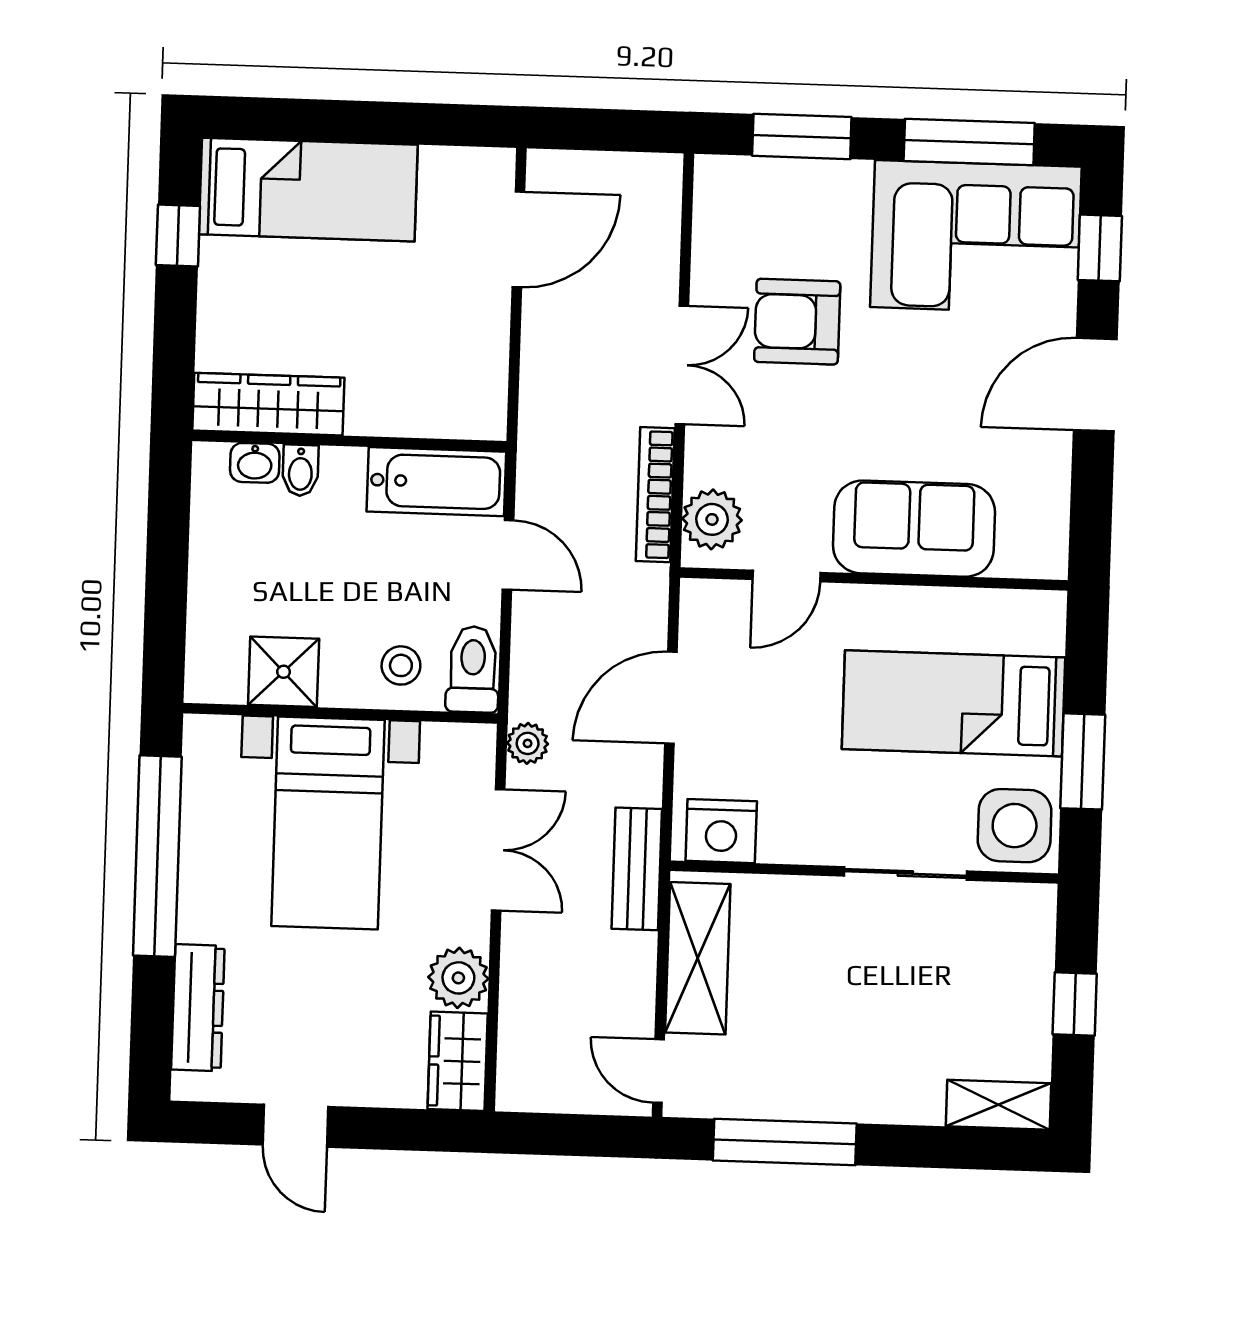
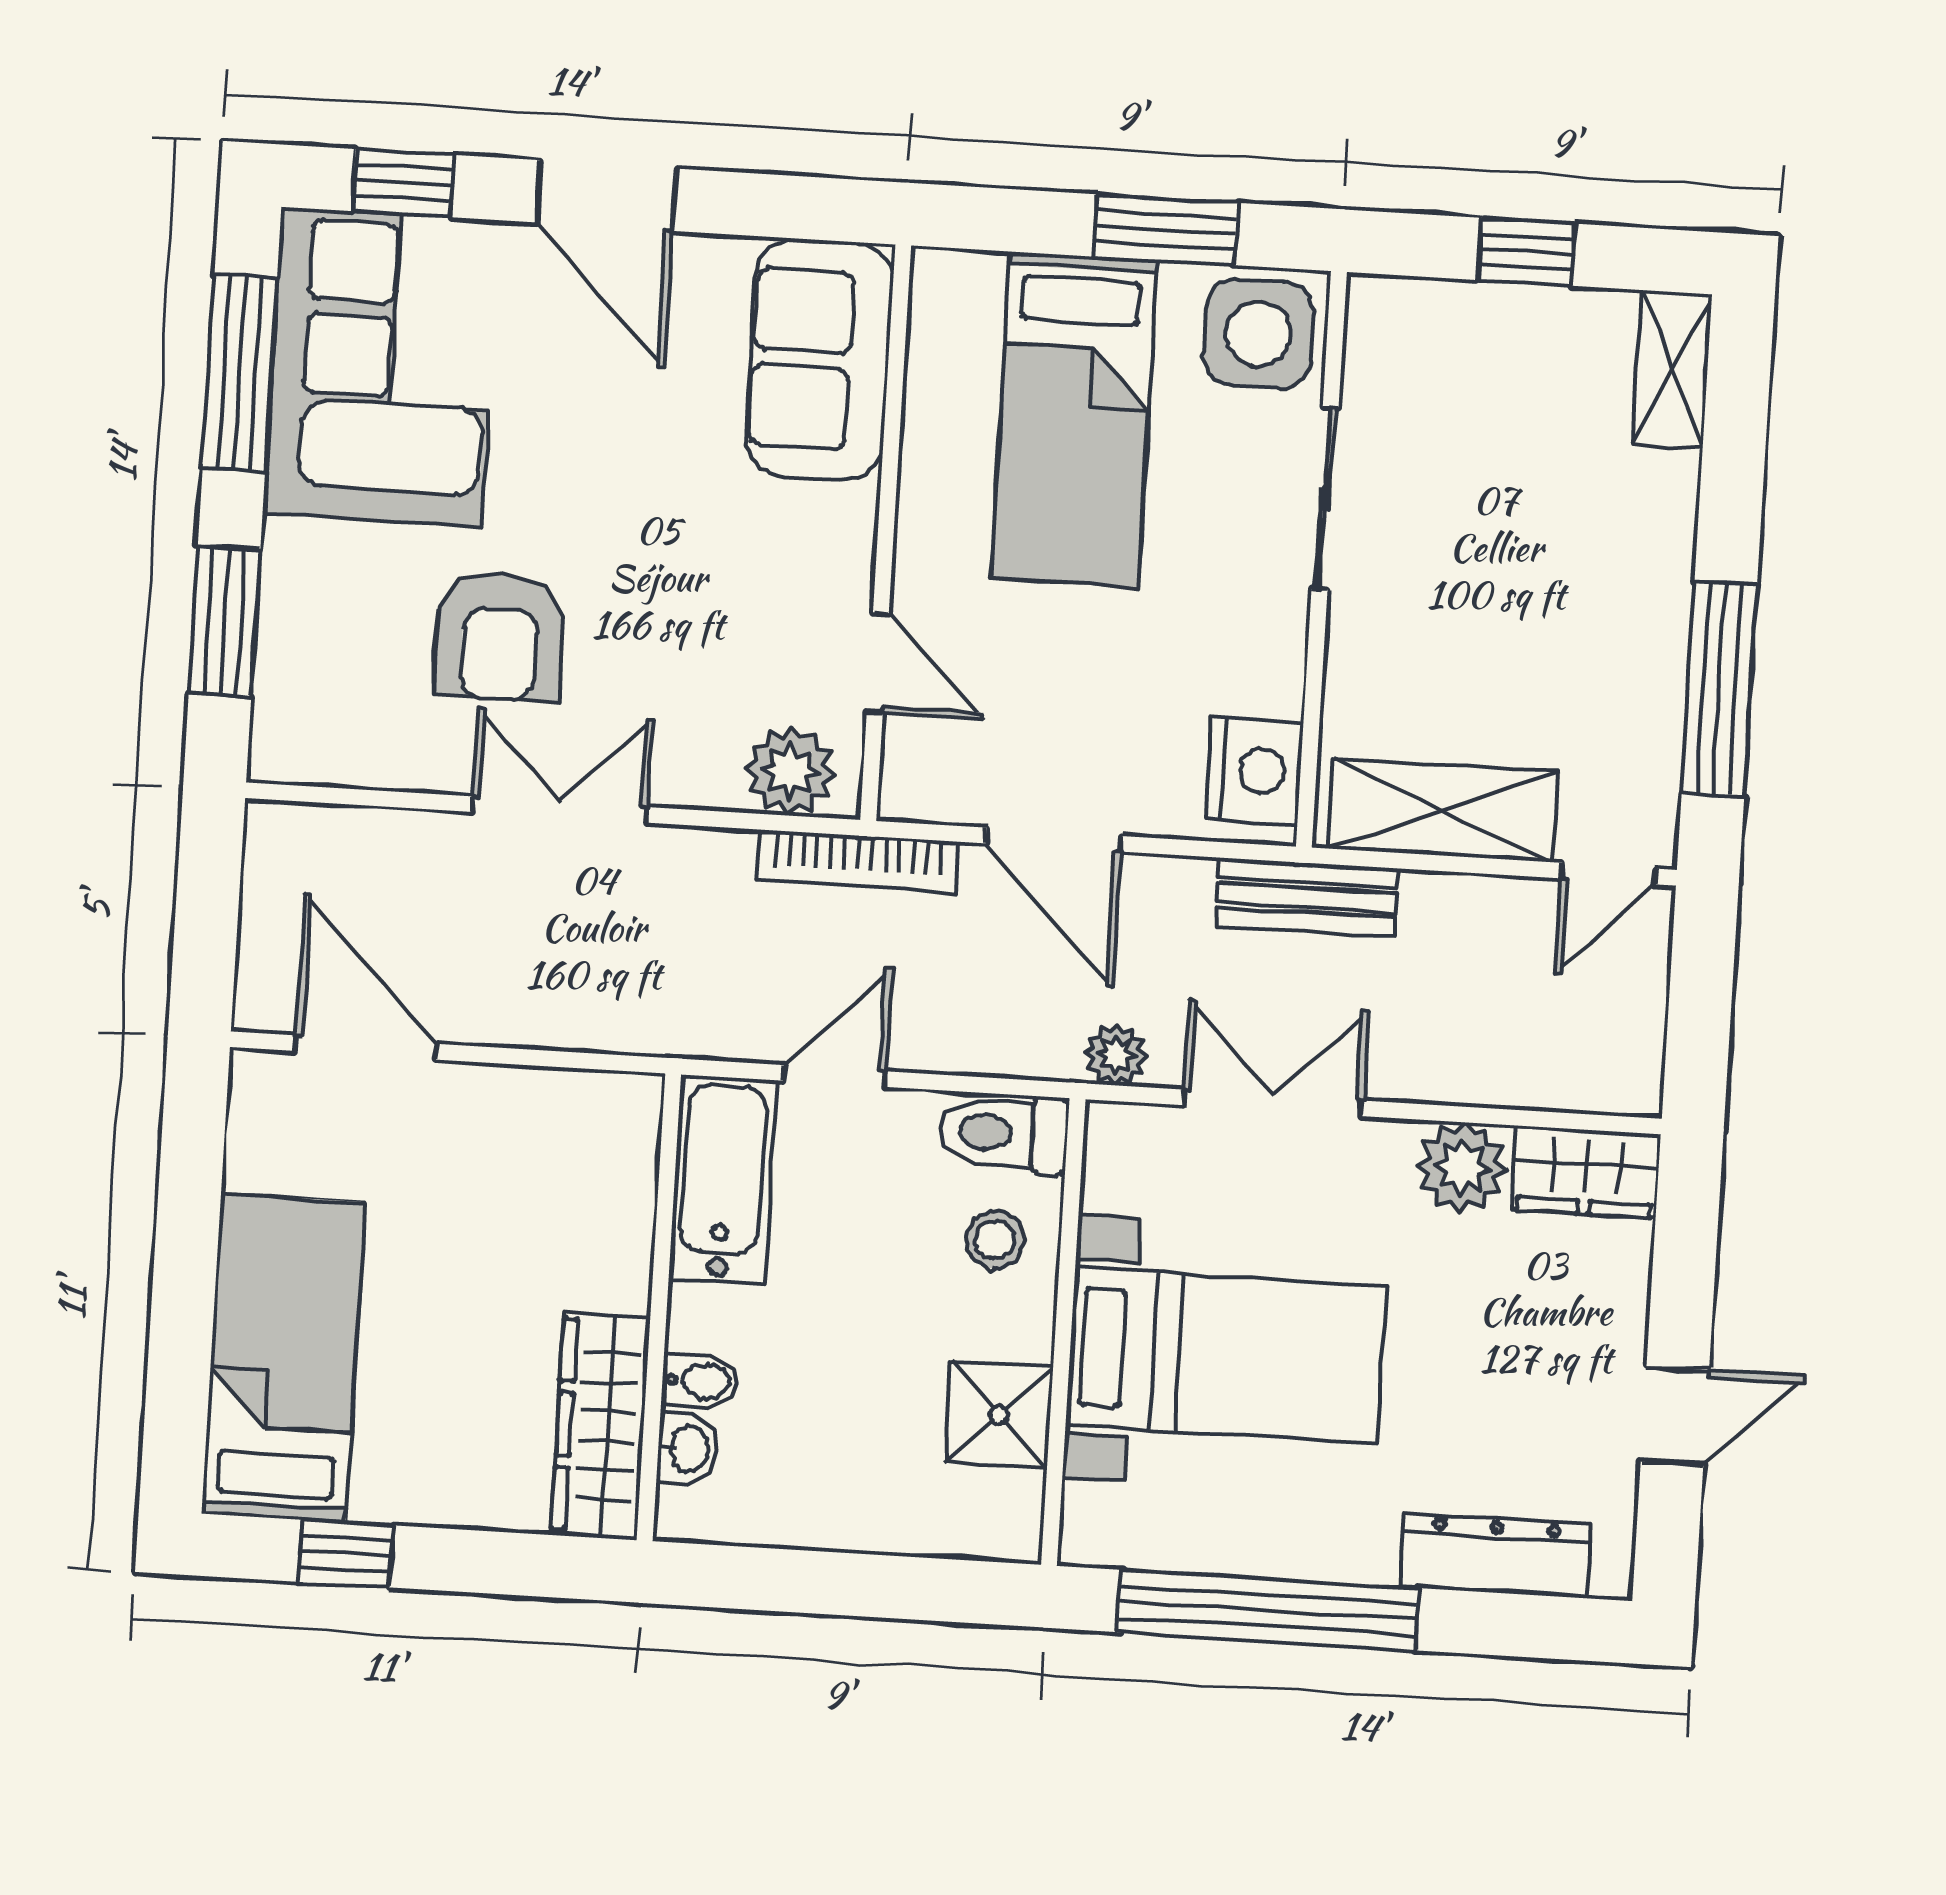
bookcase: (655, 495) -> (858, 861), moved
sofa: (914, 529) -> (819, 359), moved

